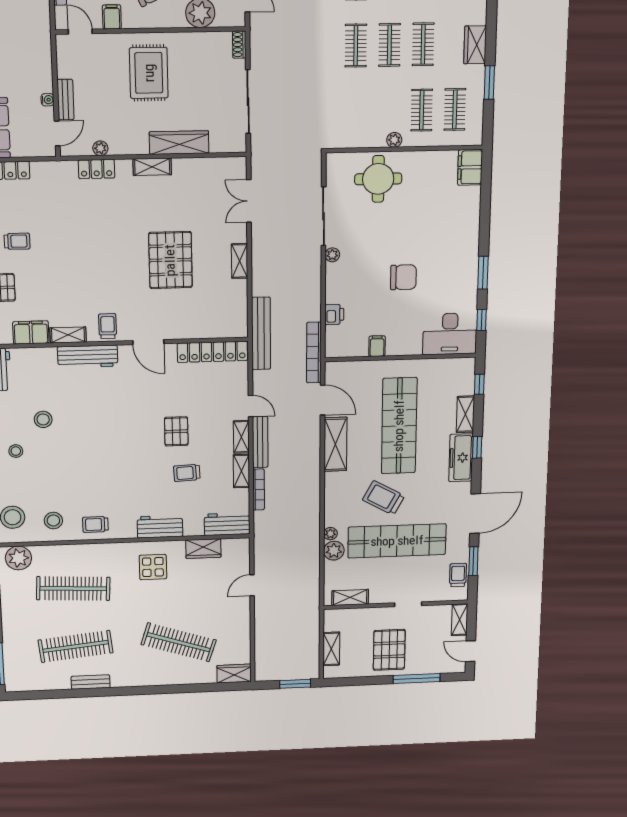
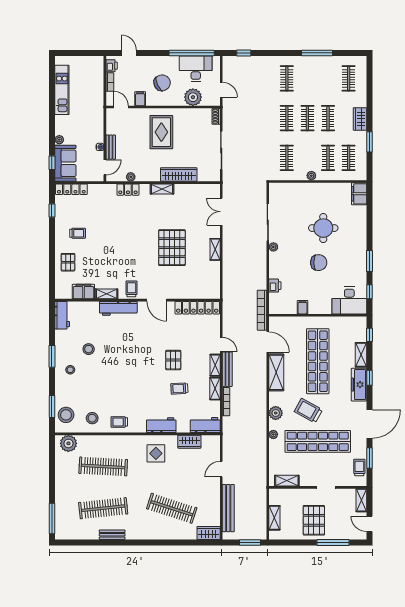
clothes rail: (355, 111) -> (287, 158), added
round table: (378, 179) -> (323, 228), moved
bench: (261, 333) -> (228, 508), moved
plant: (334, 551) -> (276, 413), moved

